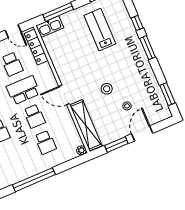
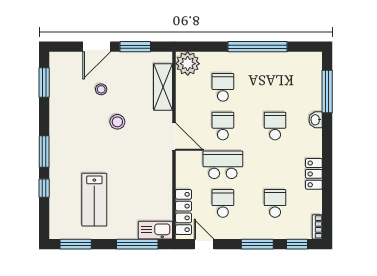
school desk: (23, 90) -> (223, 165), turned 180
shelving: (86, 125) -> (163, 87), width x0.68
plant: (81, 150) -> (188, 64), width x1.87, depth x1.87

